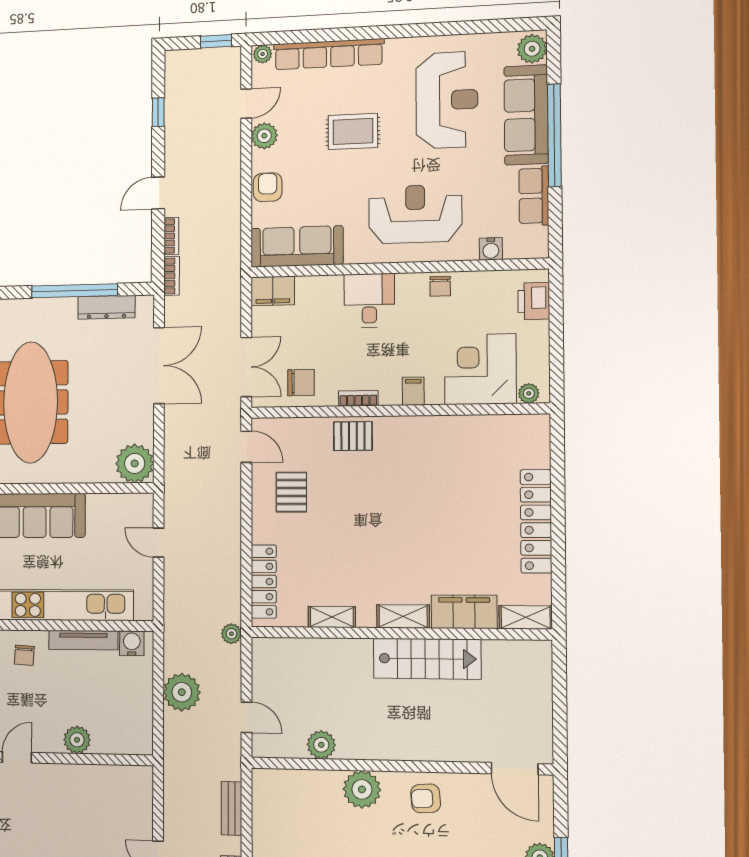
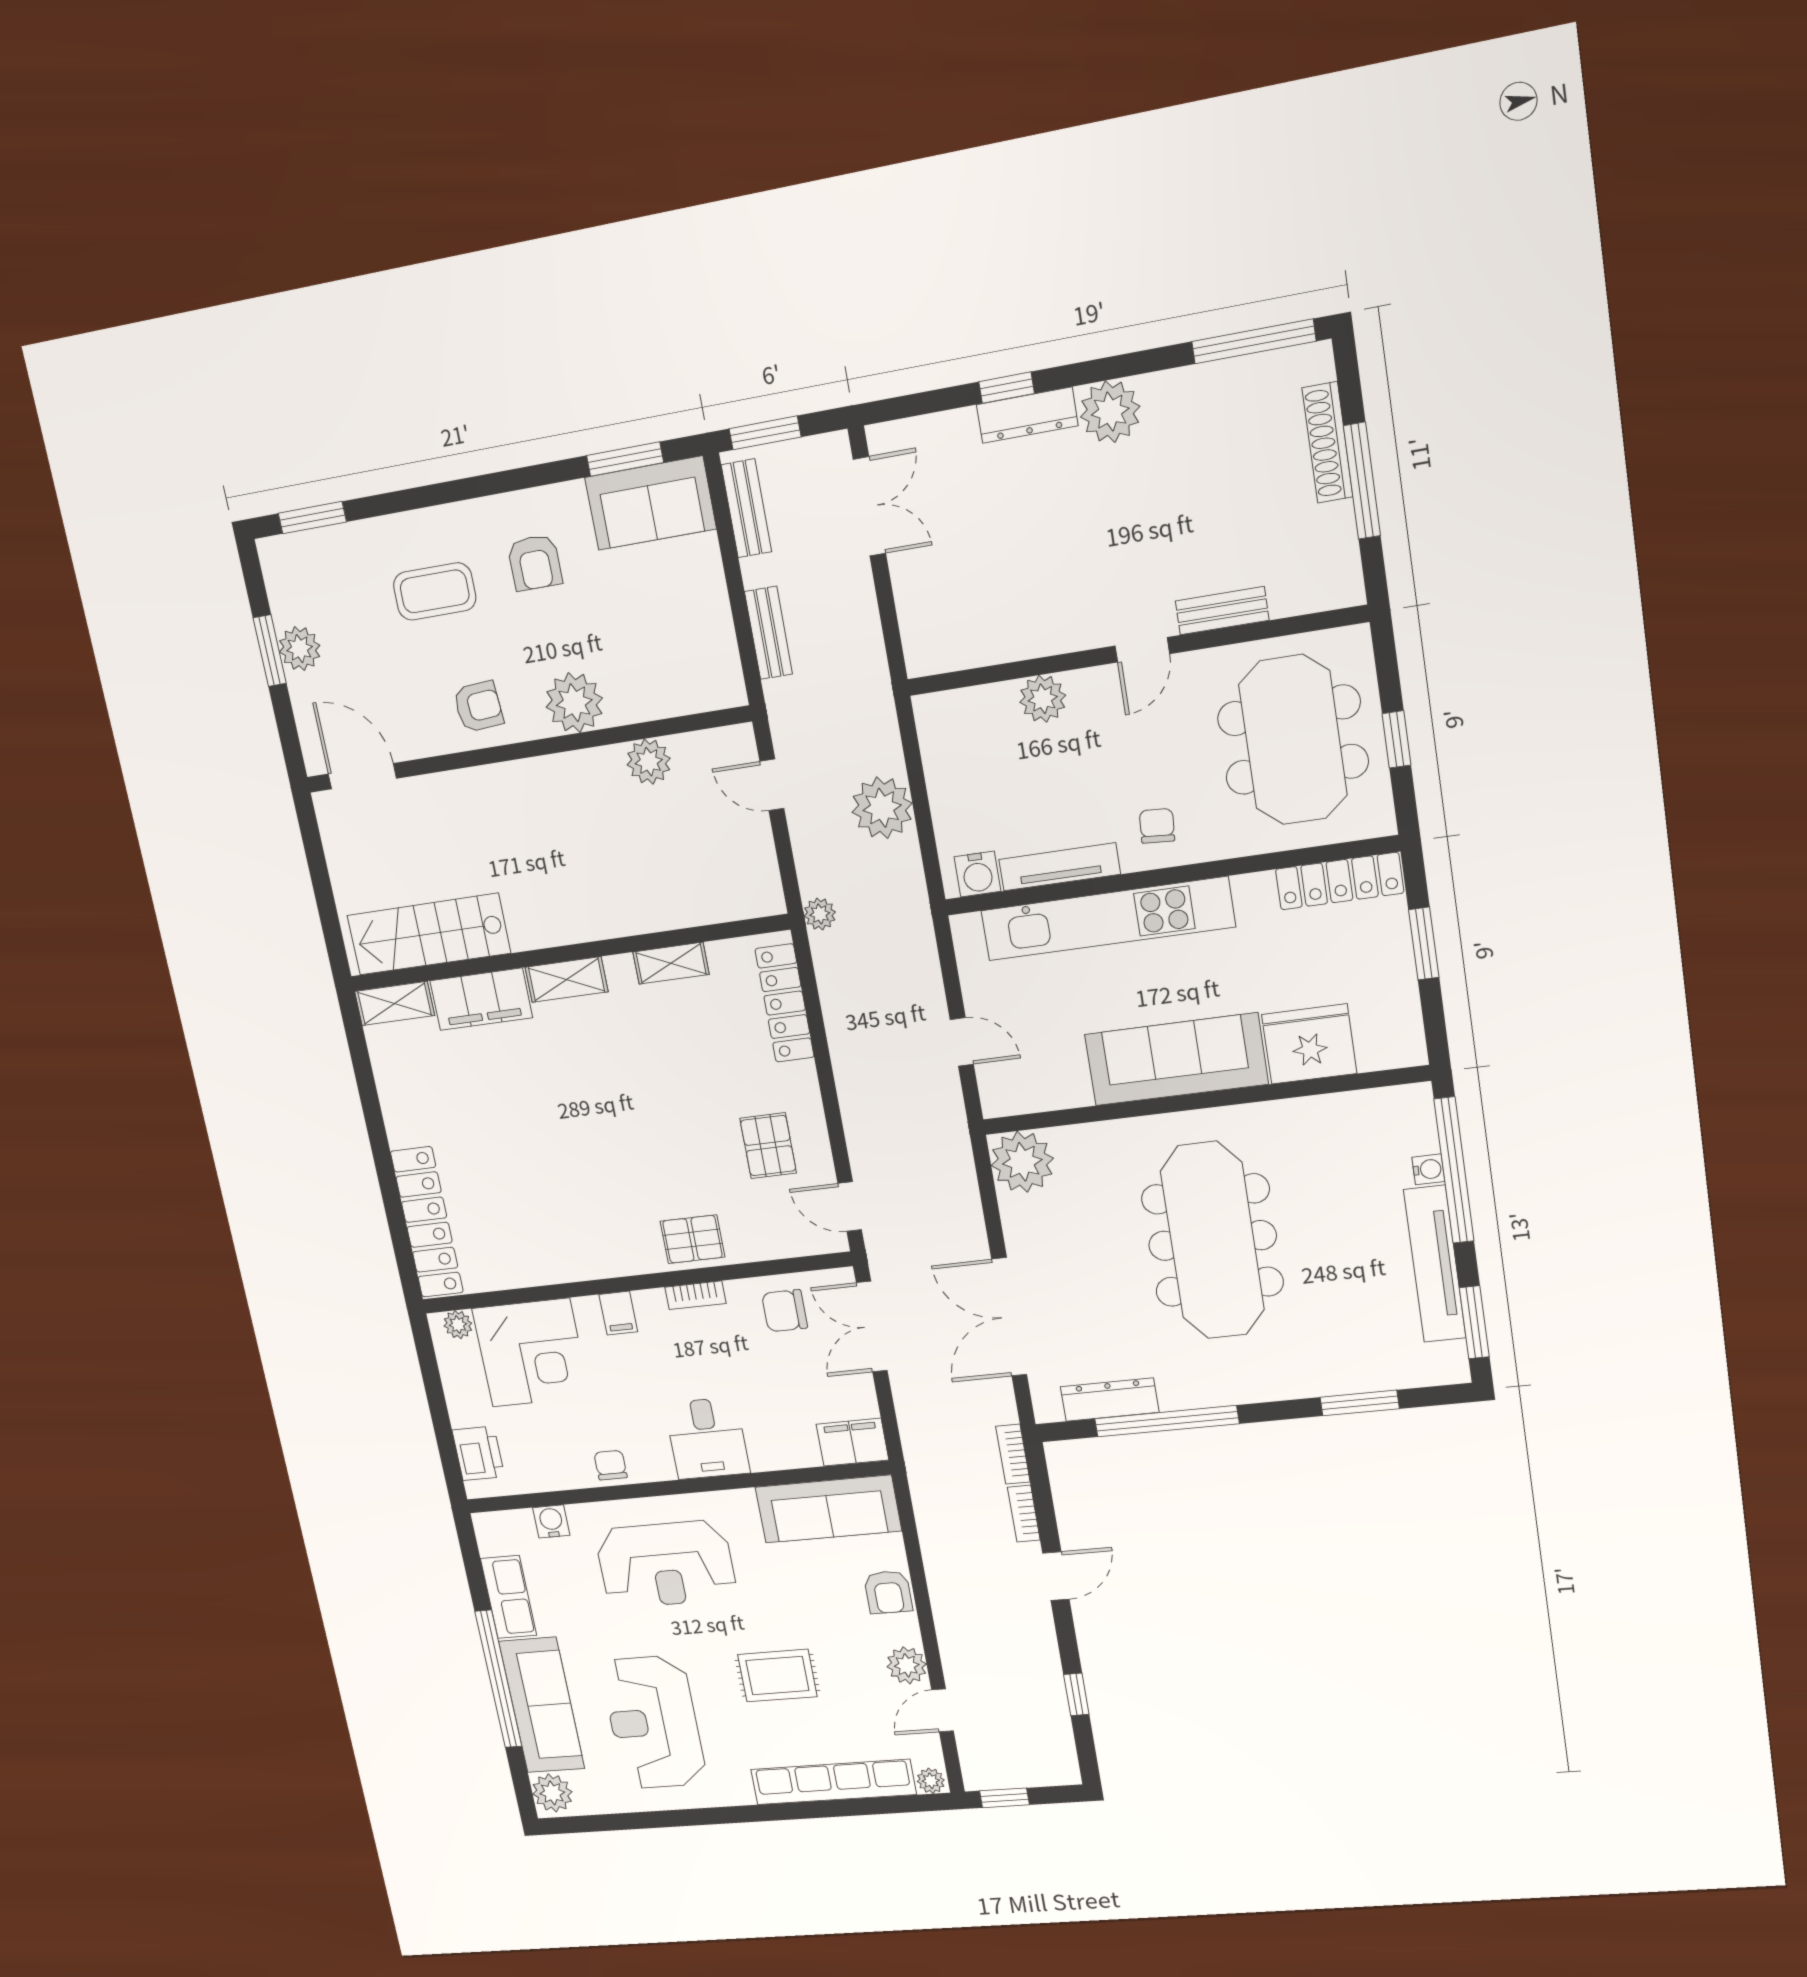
locker: (536, 521) -> (427, 1222), moved
stairs: (427, 659) -> (429, 934), moved

